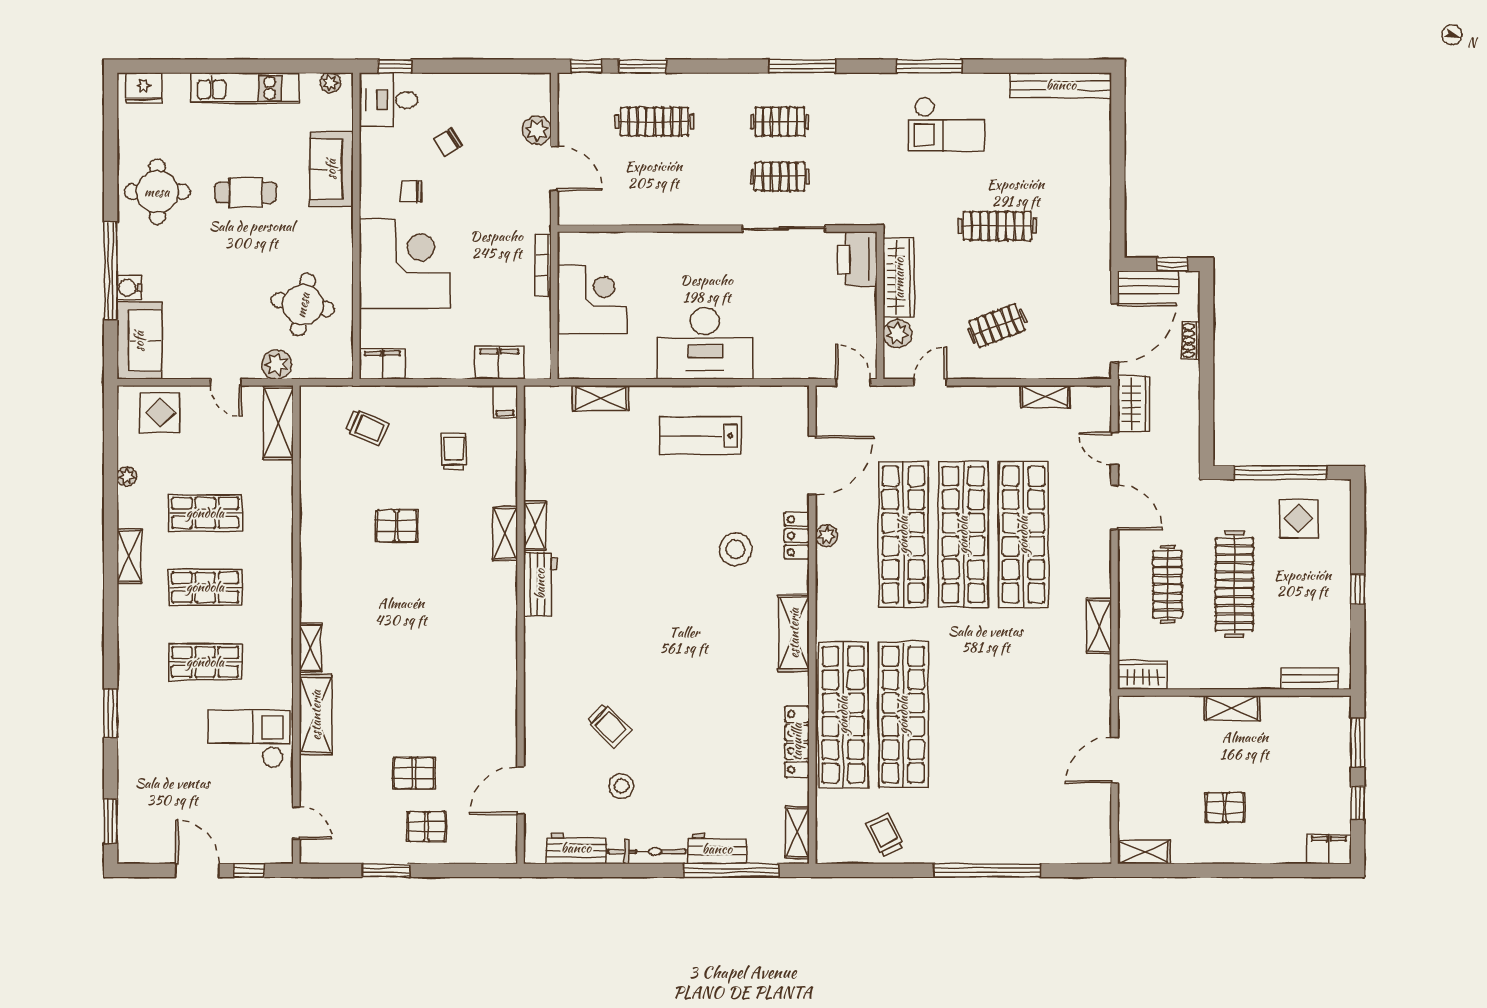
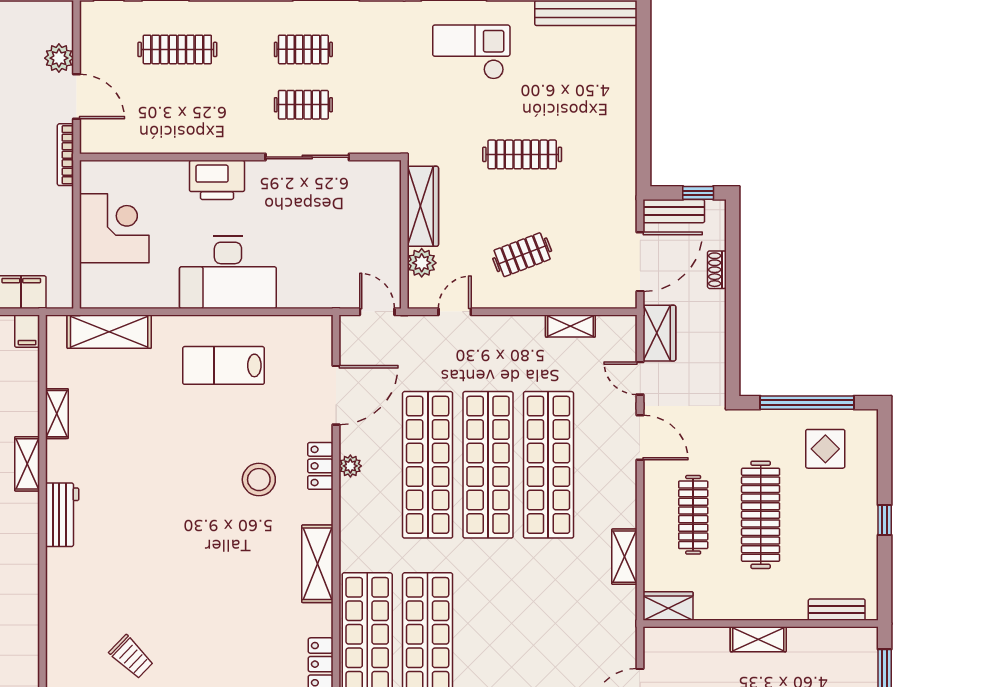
checkout: (947, 124) -> (471, 52), turned 180
printer: (857, 259) -> (217, 180), moved, turned -90
bookcase: (543, 265) -> (65, 155), moved
shelving: (601, 398) -> (109, 332), width x1.50, depth x1.33
shelving: (535, 526) -> (57, 414), moved

